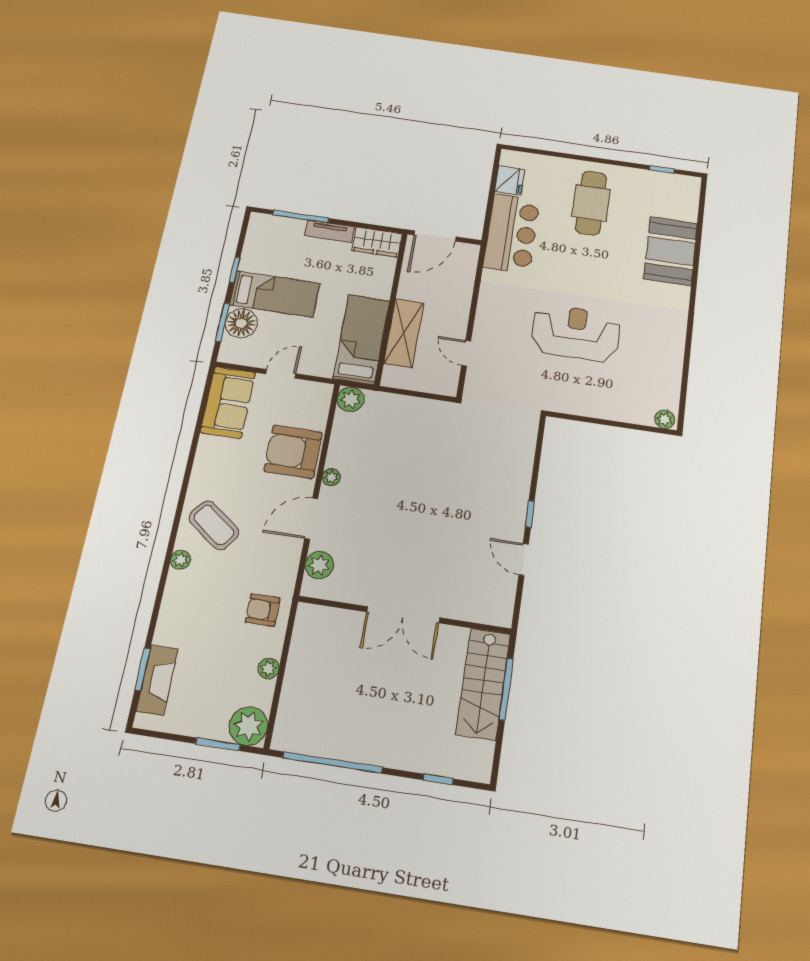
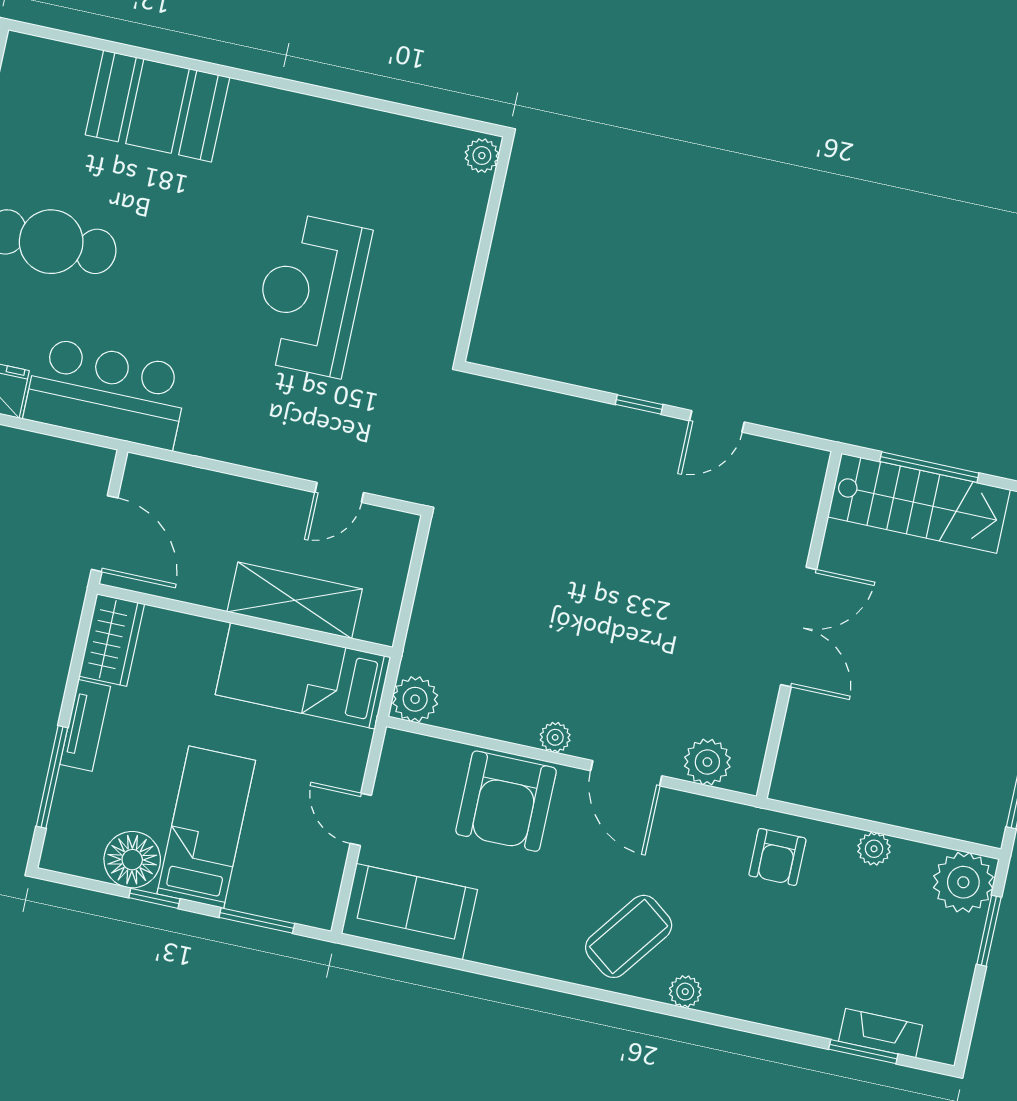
floor lamp: (241, 323) -> (132, 860), moved
fireplace: (157, 680) -> (881, 1033), width x0.73, depth x0.76

